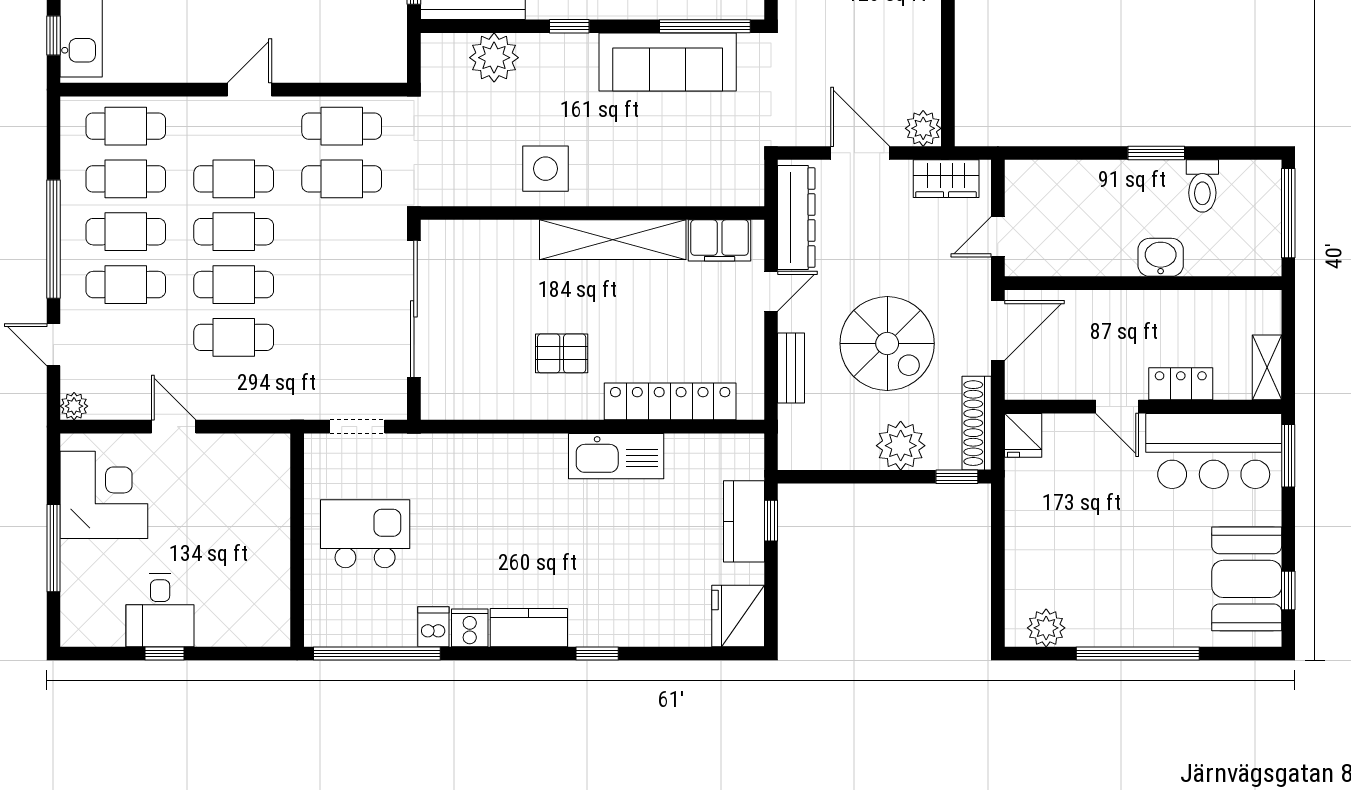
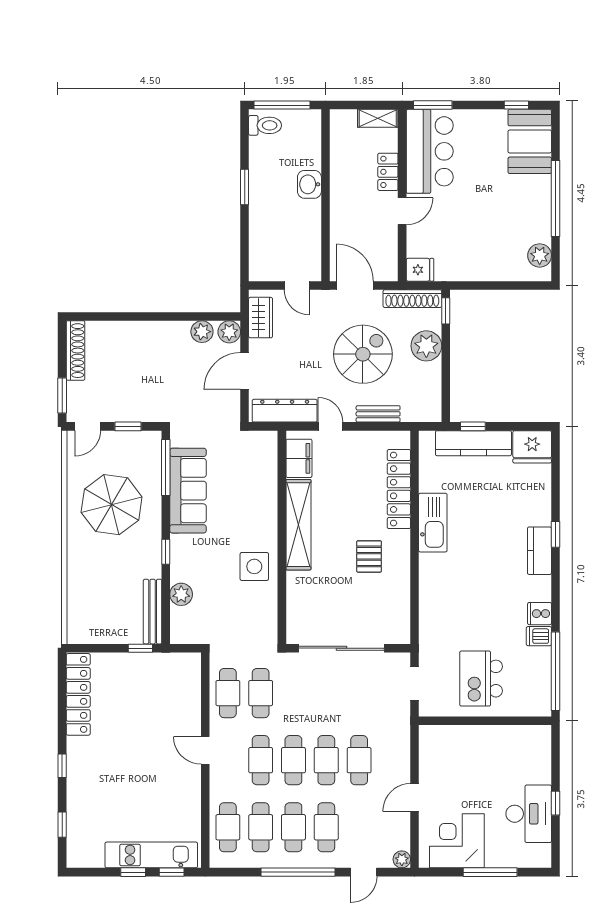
plant: (494, 58) -> (181, 594), width x0.73, depth x0.73
plant: (923, 84) -> (202, 332), added
toilet: (1202, 186) -> (265, 125), moved
kitchen counter: (744, 521) -> (473, 443), width x1.50
booth: (1247, 579) -> (530, 141), moved, turned 90
desk: (160, 610) -> (529, 814), width x1.37
kitchen counter: (529, 628) -> (539, 551), moved

